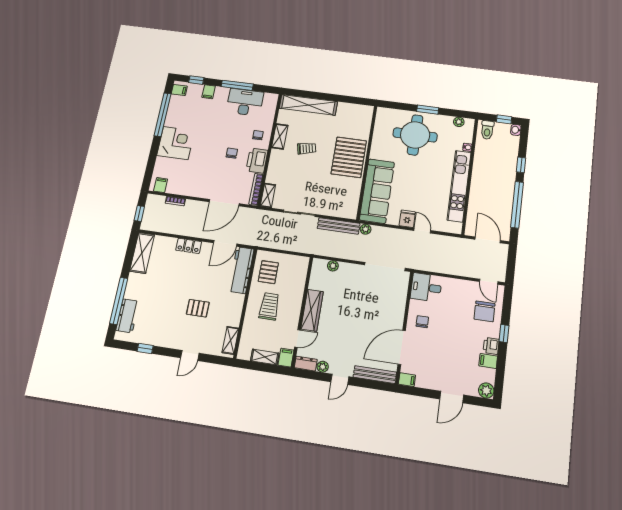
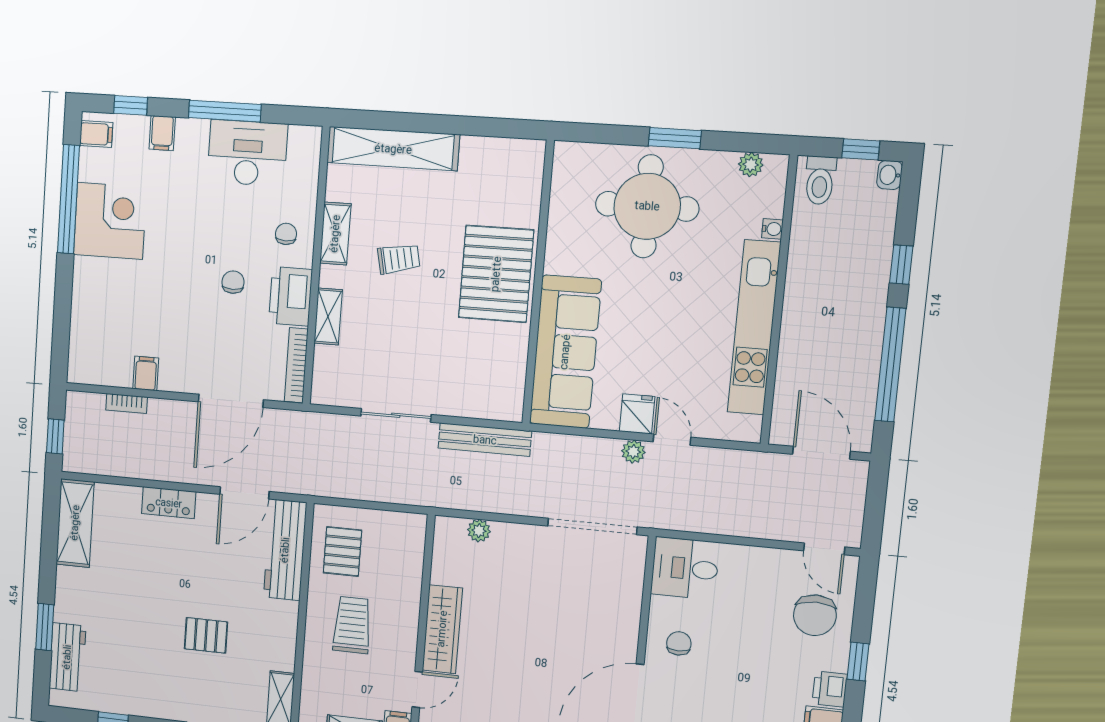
corner desk: (176, 143) -> (110, 221), moved
filing cabinet: (161, 185) -> (146, 373), moved
shelving: (268, 195) -> (328, 316), moved
plant: (366, 229) -> (633, 452), moved
window: (119, 301) -> (45, 627), width x0.47

